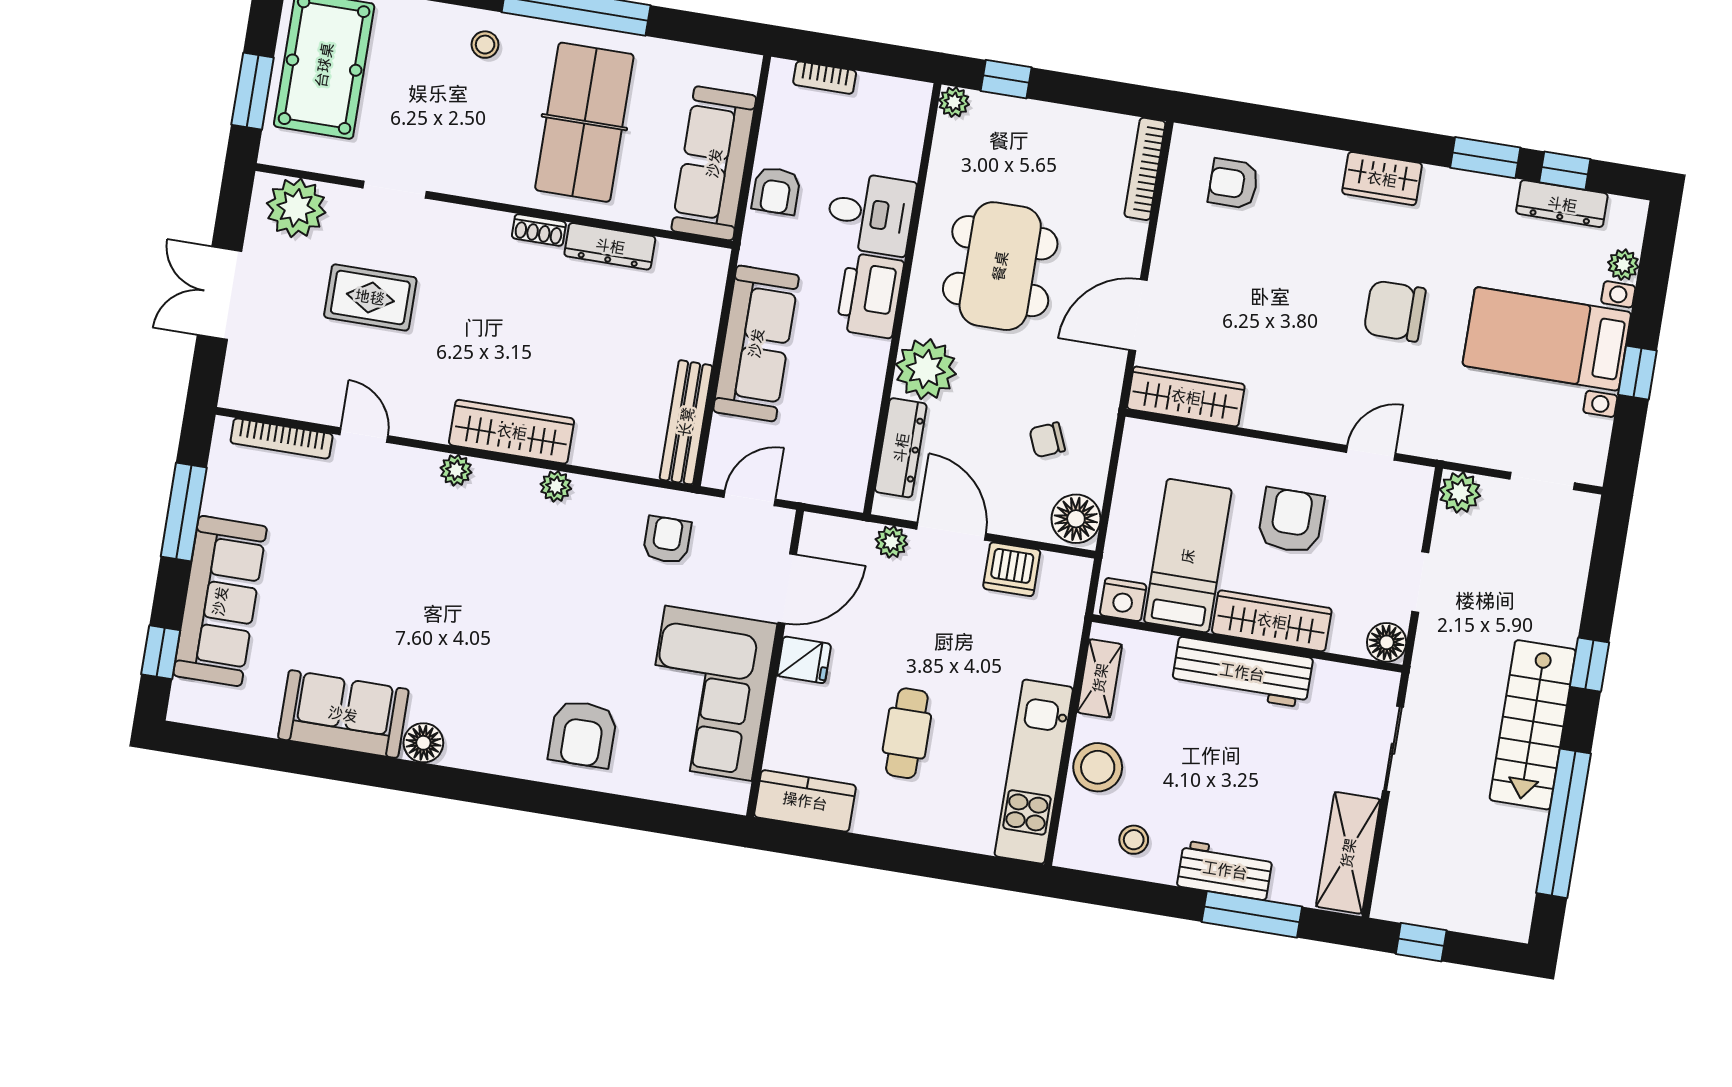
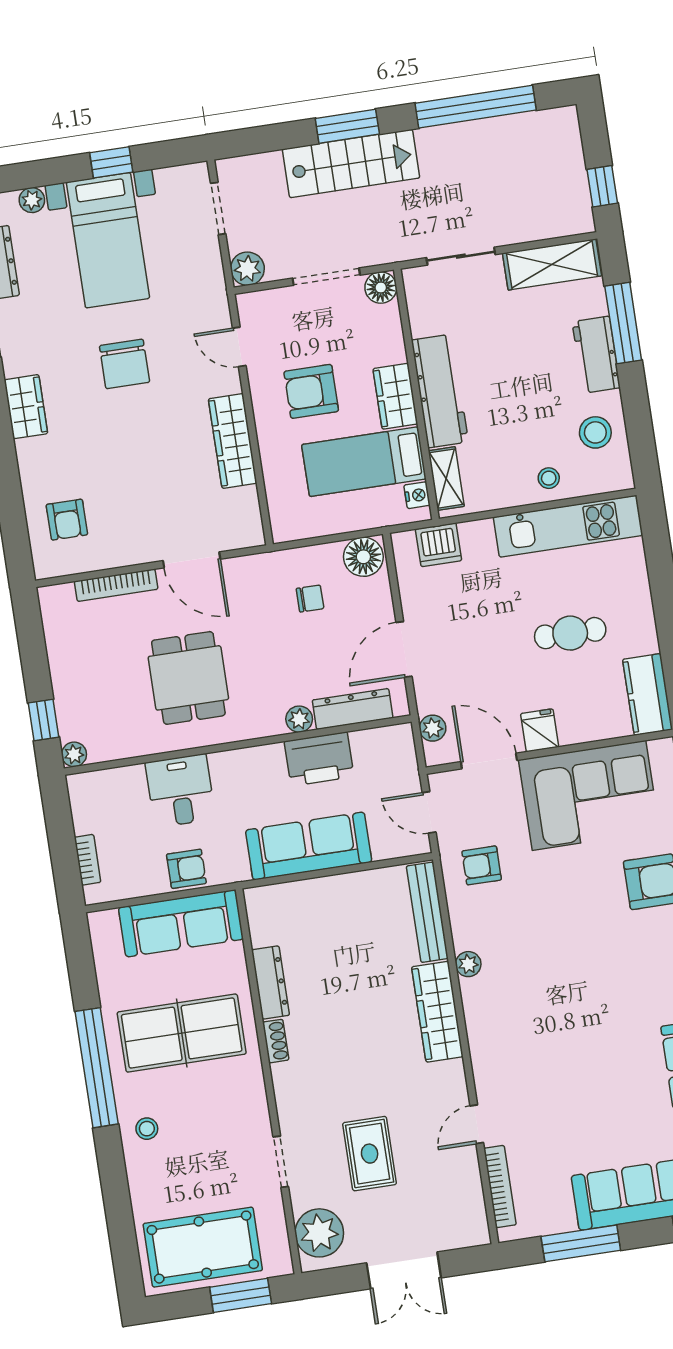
bookcase: (1145, 169) -> (116, 585), moved
dining table: (1000, 266) -> (188, 678), width x0.73
printer: (870, 295) -> (319, 759), moved
plant: (926, 369) -> (299, 719), width x0.53, depth x0.53
wardrobe: (1186, 397) -> (233, 441), moved
bench: (686, 422) -> (427, 912), moved, turned 90
chair: (1047, 440) -> (310, 599), turned -67
plant: (456, 470) -> (481, 1045), removed
plant: (891, 542) -> (433, 728), moved
dishwasher: (1012, 569) -> (439, 545), moved, turned 90
doorway: (1420, 582) -> (326, 277), width x1.38
nightstand: (1123, 600) -> (417, 495), width x0.72, depth x0.74
wardrobe: (1272, 621) -> (395, 396), width x0.67
window: (1590, 665) -> (347, 126), width x1.50
shelving: (1100, 678) -> (446, 479), moved, turned 90
stairs: (1533, 725) -> (351, 164), moved
stool: (1098, 767) -> (549, 478), width x0.53, depth x0.53
stool: (1134, 840) -> (595, 432), width x1.37, depth x1.37

